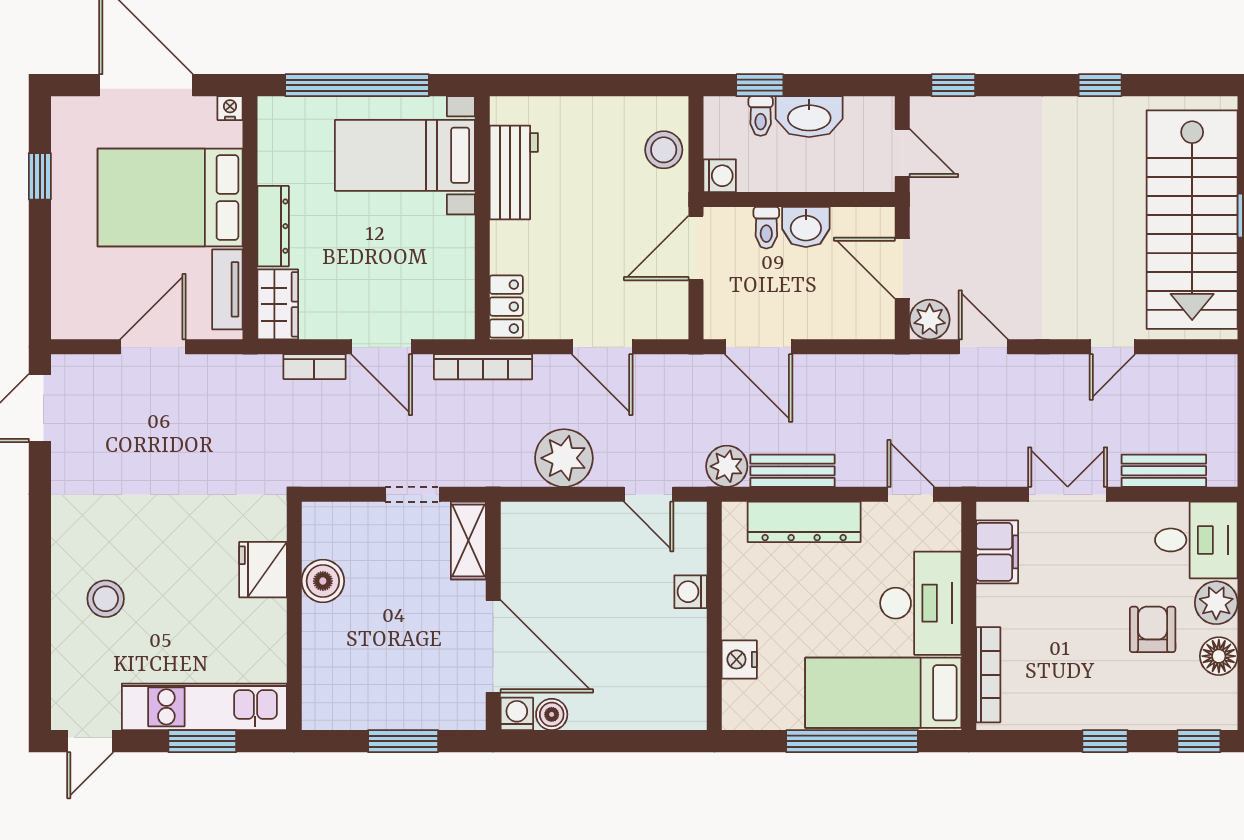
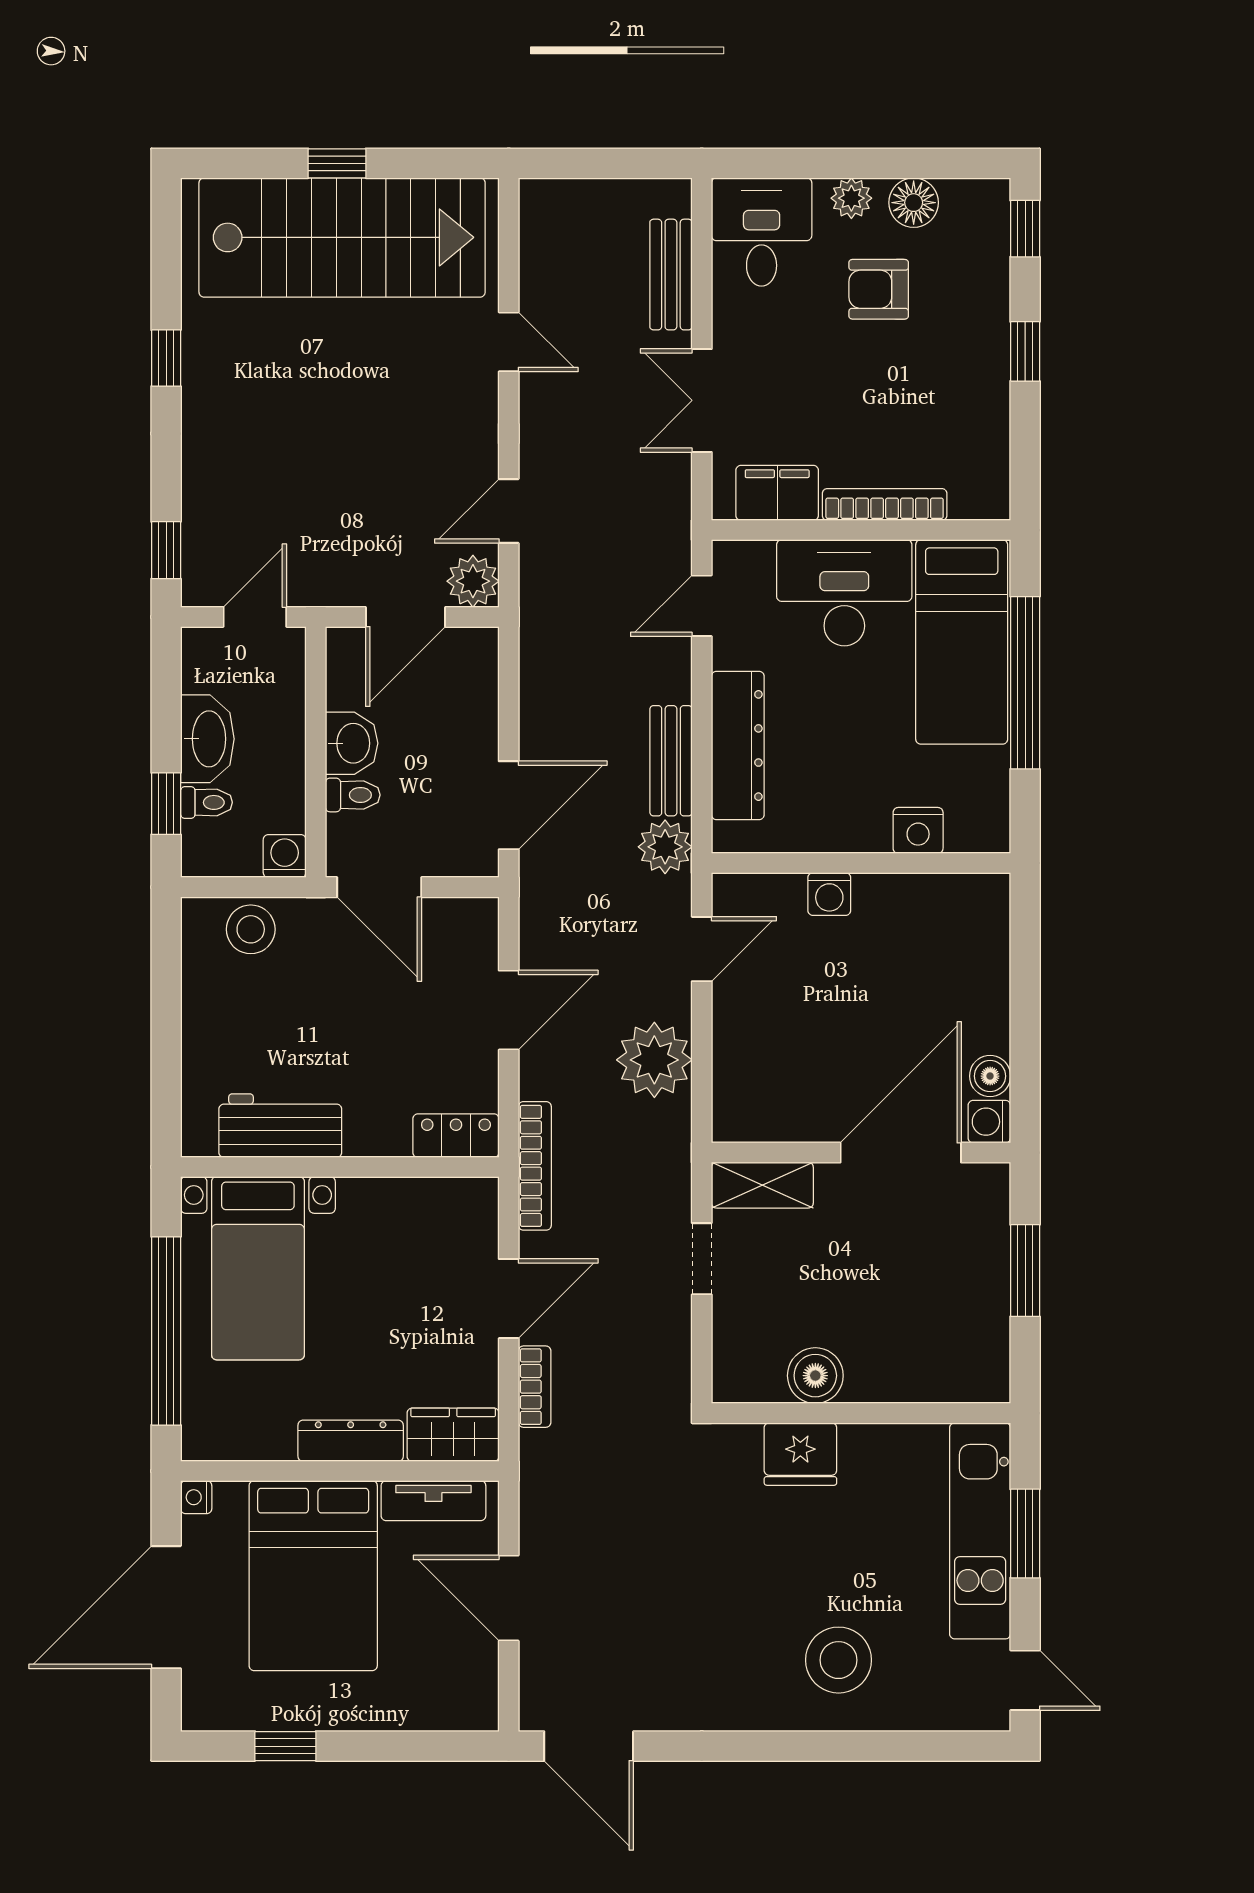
stool: (106, 599) -> (839, 1660), width x1.38, depth x1.38
plant: (1216, 603) -> (851, 198), width x0.73, depth x0.73
bookcase: (988, 675) -> (885, 504), moved

